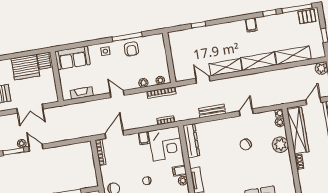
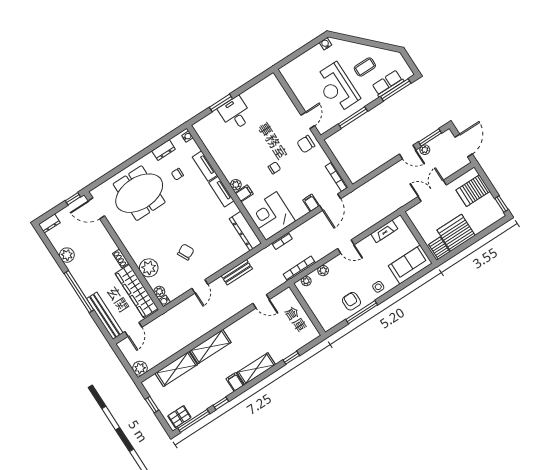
shelving: (226, 67) -> (256, 369), moved
filing cabinet: (144, 138) -> (311, 203), moved

